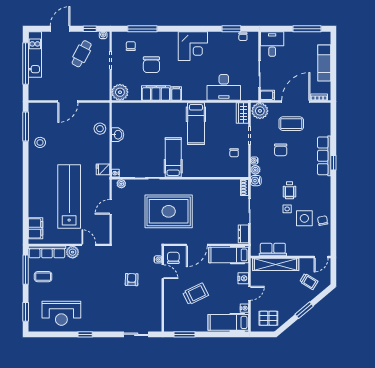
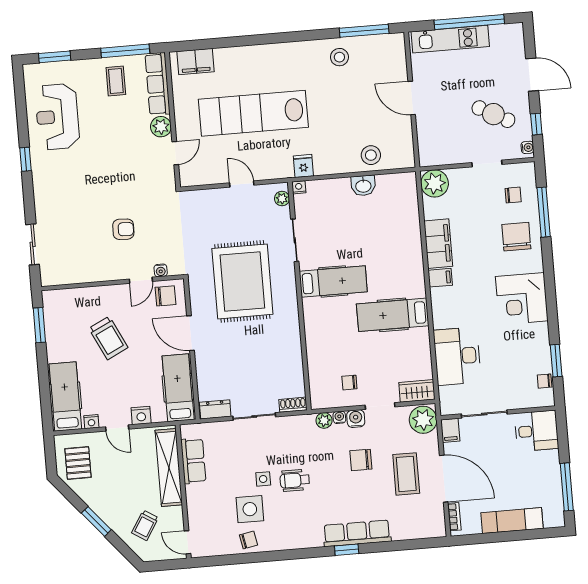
kitchen unit: (35, 54) -> (450, 39), moved
chair: (151, 65) -> (516, 237), moved, turned 90
water cooler: (256, 181) -> (356, 419), moved
lab bench: (69, 196) -> (253, 113), turned 180

